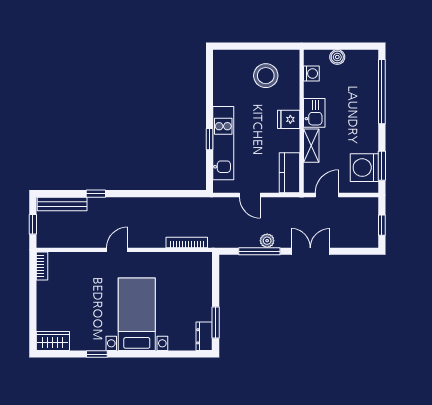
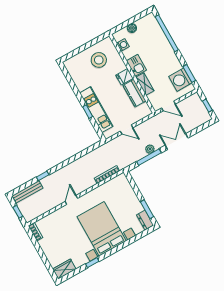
kitchen counter: (290, 173) -> (134, 93), moved
door: (327, 195) -> (168, 106), swing flipped
bed with nightstands: (137, 314) -> (102, 229), width x1.36

